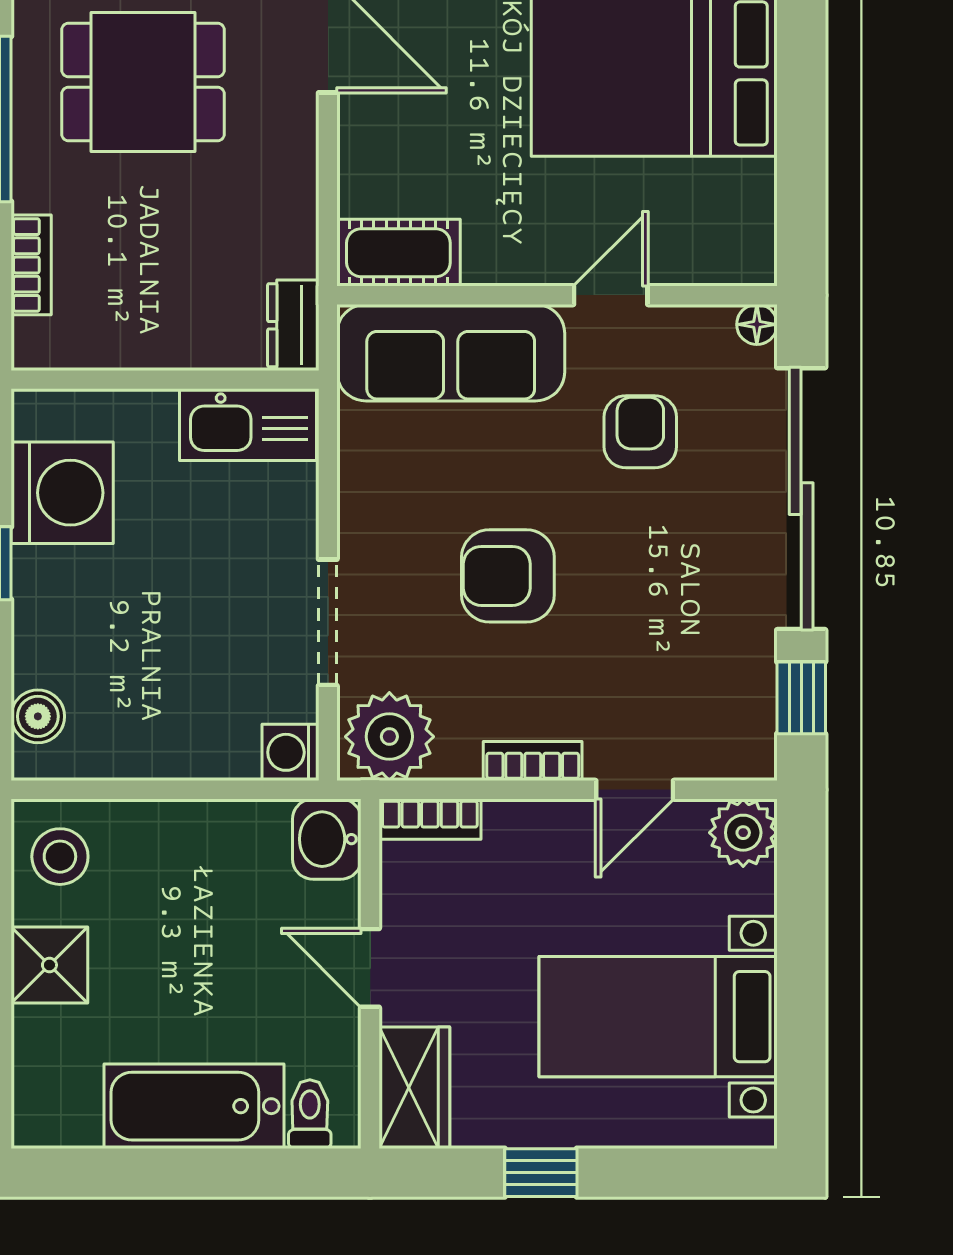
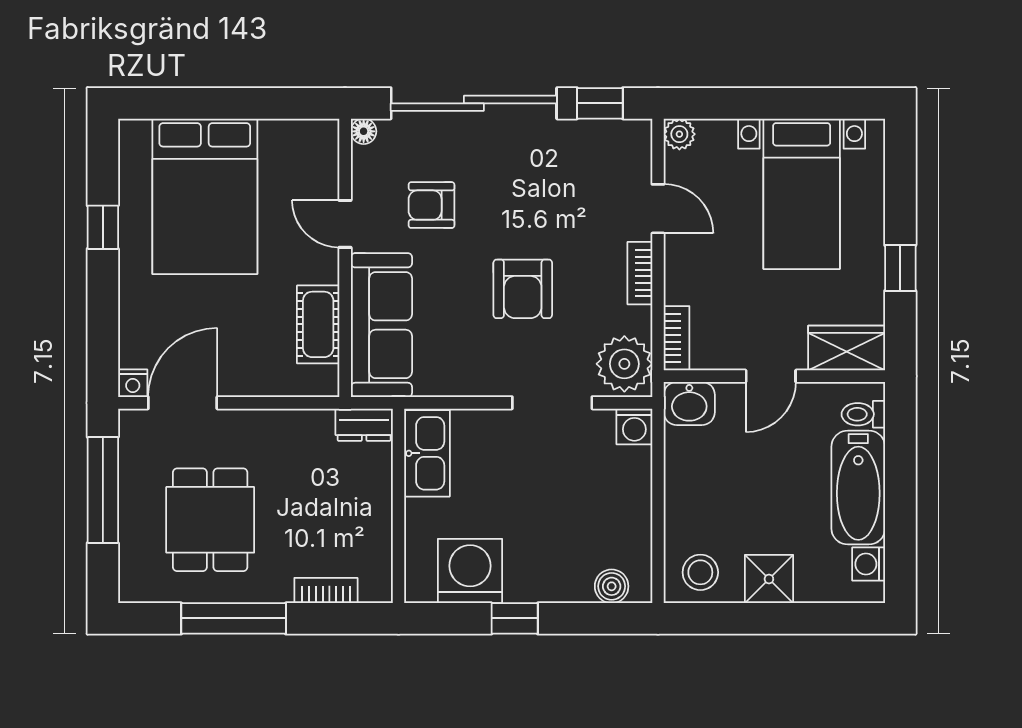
cot: (398, 253) -> (318, 324), moved
plant: (743, 833) -> (679, 134), width x0.73, depth x0.73
washing machine: (73, 1122) -> (869, 564), added

